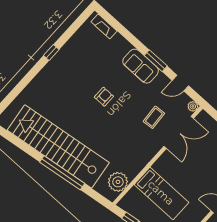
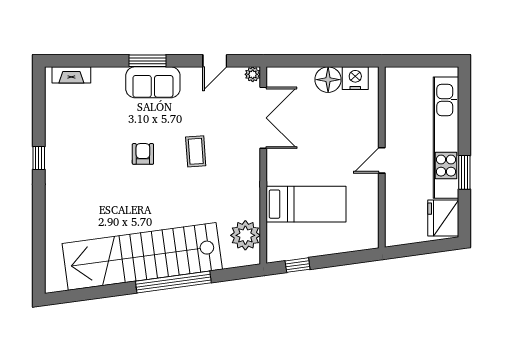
window: (156, 61) -> (148, 61), moved
coffee table: (154, 117) -> (196, 151), moved

